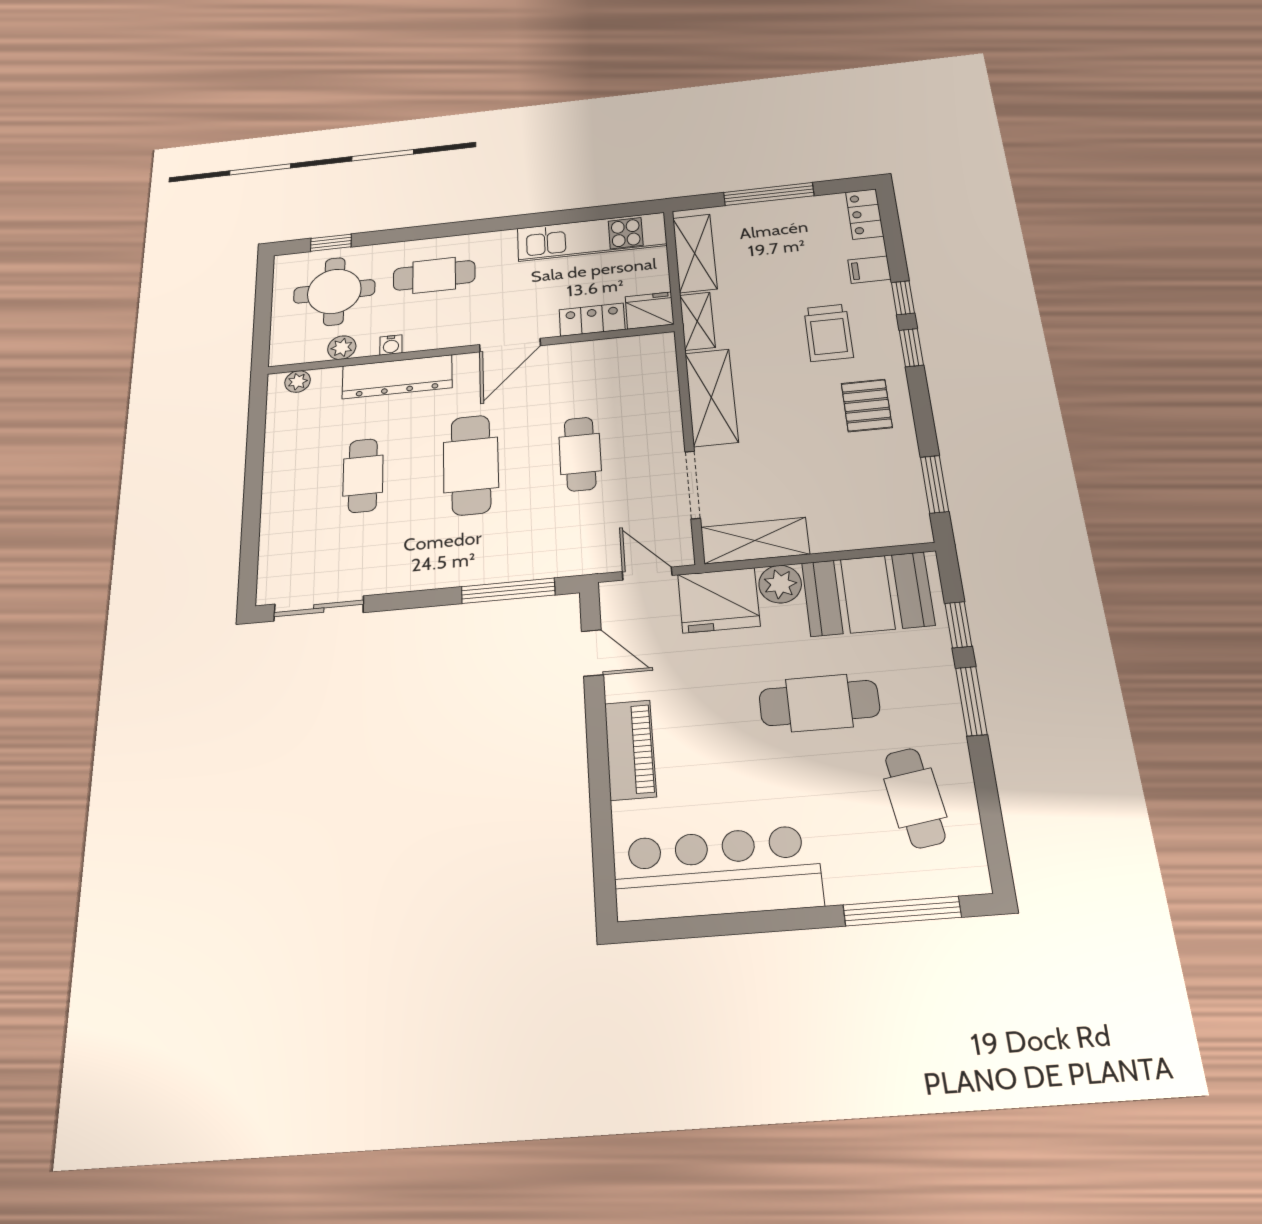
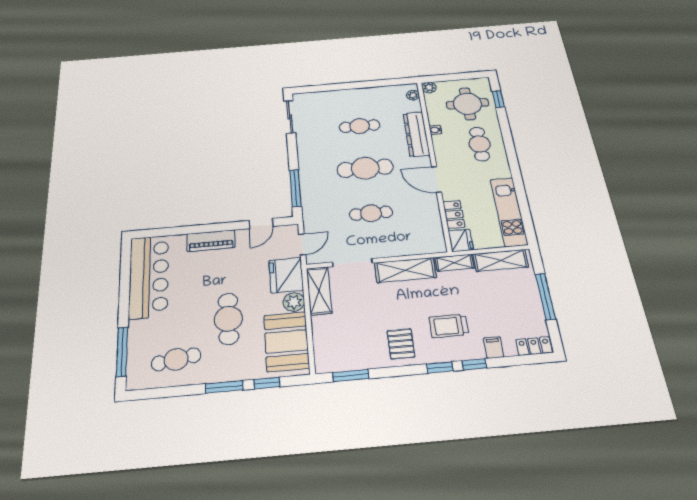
plant: (342, 348) -> (429, 87), moved
pallet: (867, 405) -> (401, 344), turned 90

